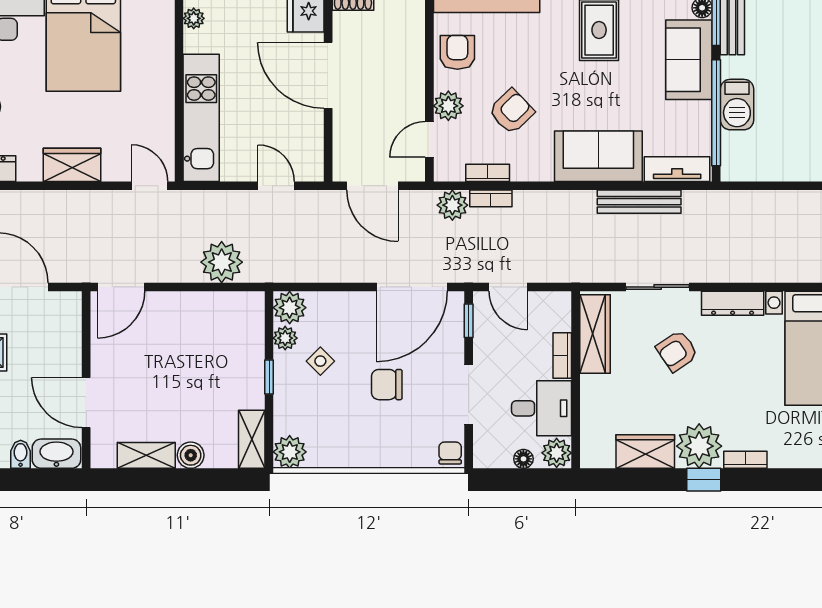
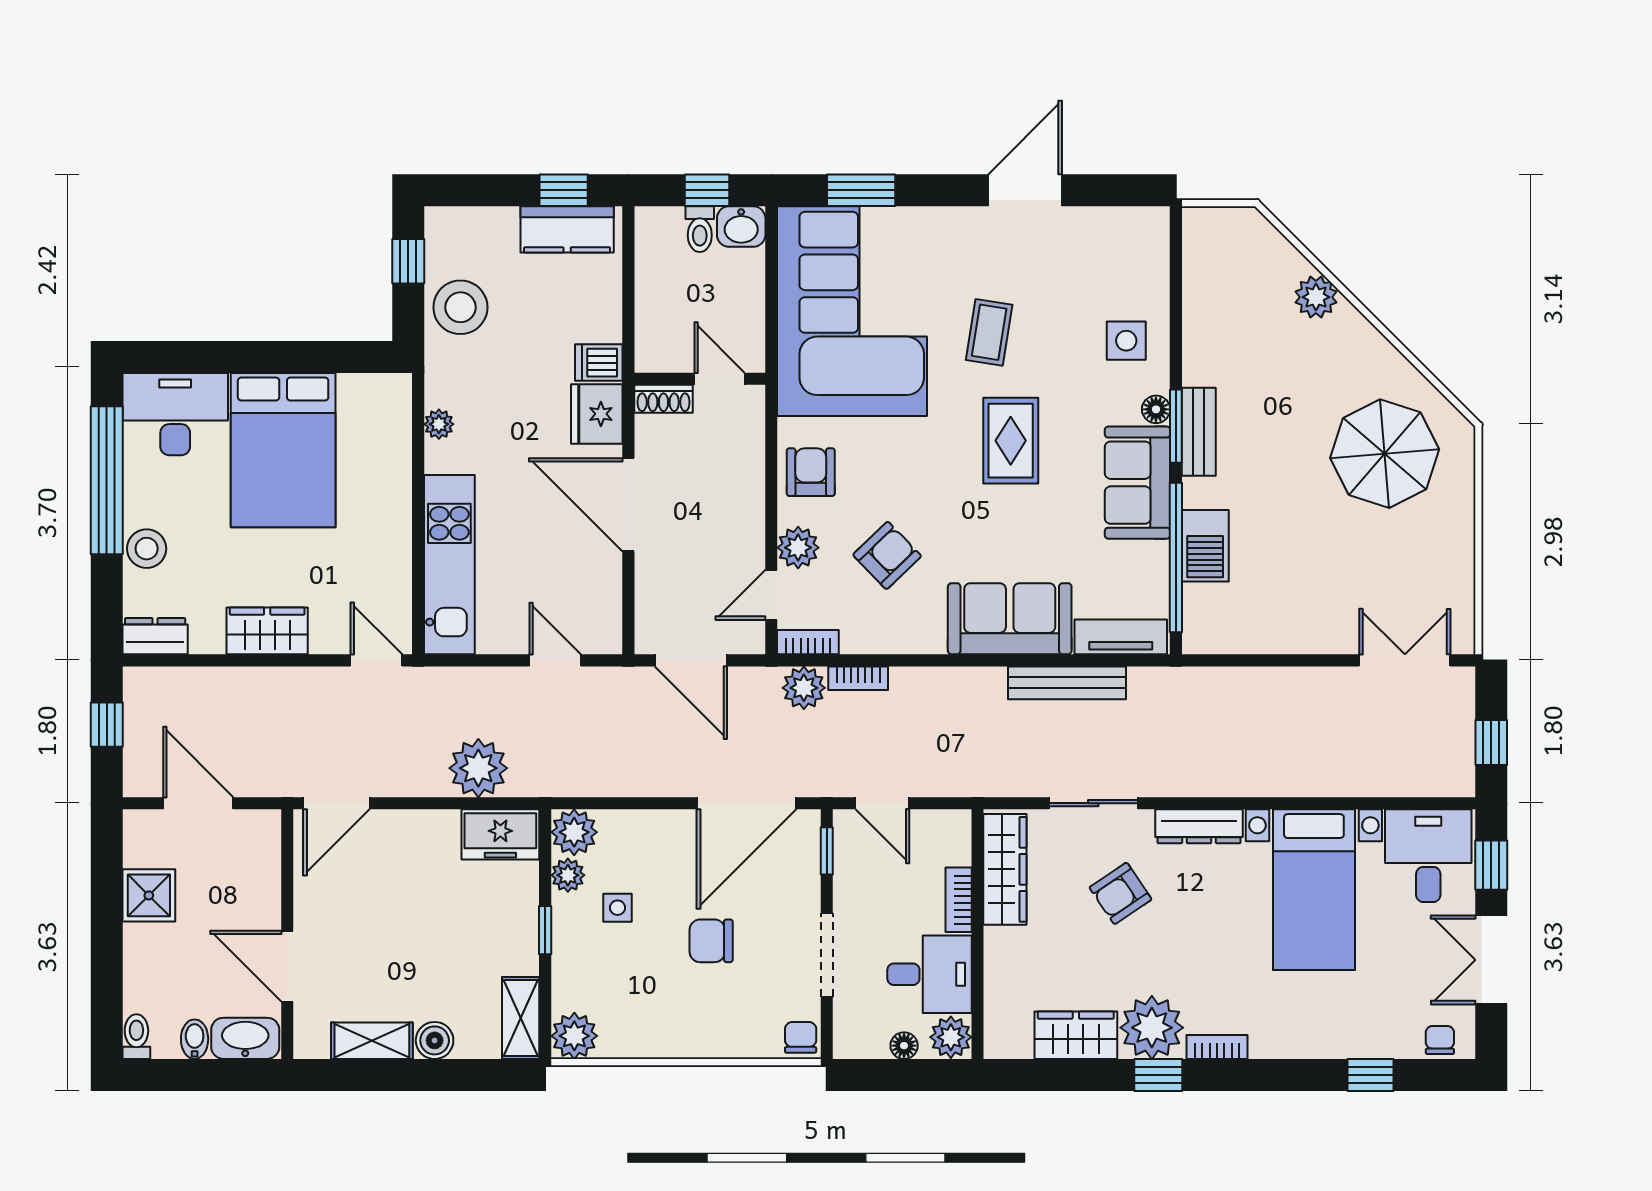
bookcase: (488, 173) -> (808, 642), moved
freezer: (237, 309) -> (500, 834), added
side table: (320, 361) -> (618, 908), turned 45

